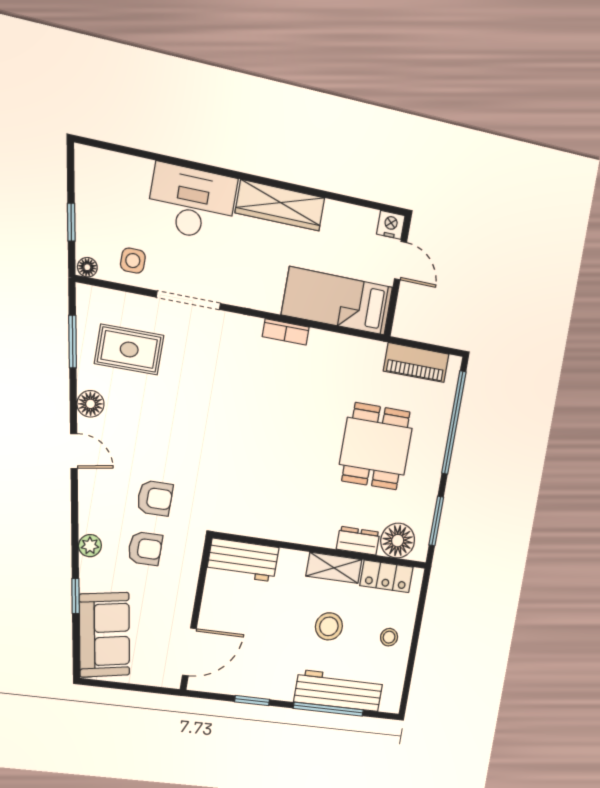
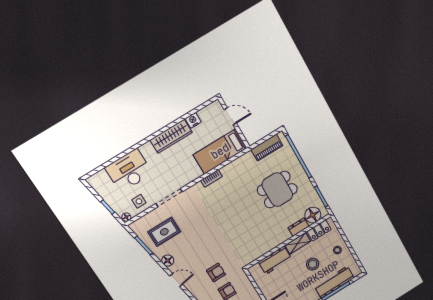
desk: (192, 202) -> (129, 171), moved
nightstand: (391, 225) -> (193, 120), moved
dining table: (376, 446) -> (277, 190), turned 90
workbench: (243, 560) -> (275, 260), moved

